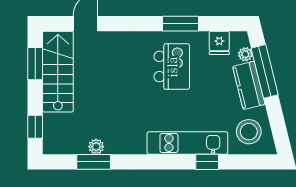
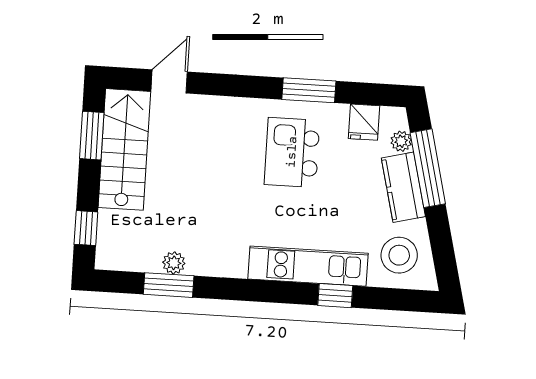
kitchen island: (172, 67) -> (292, 152), turned 180

